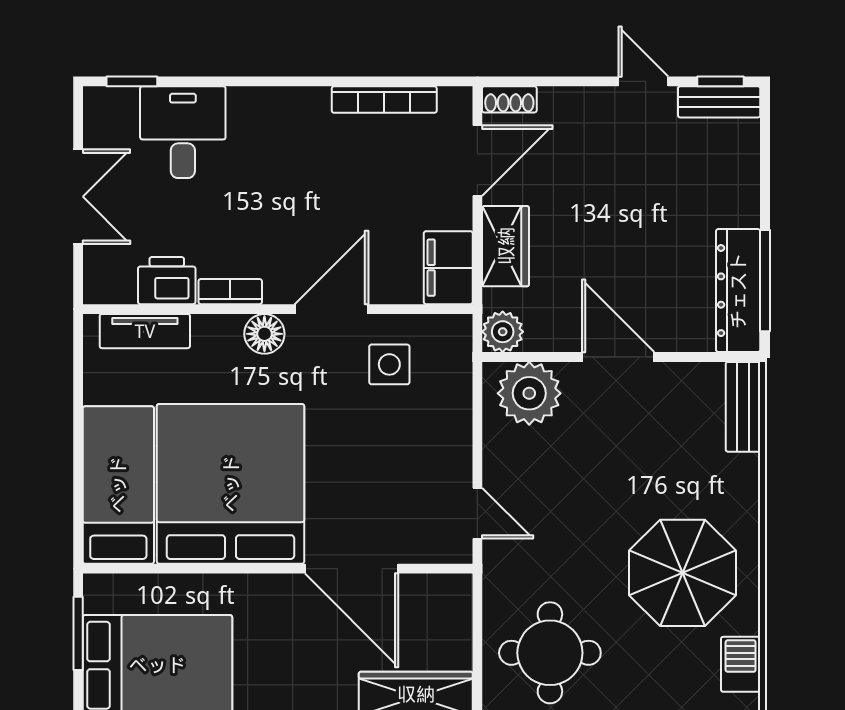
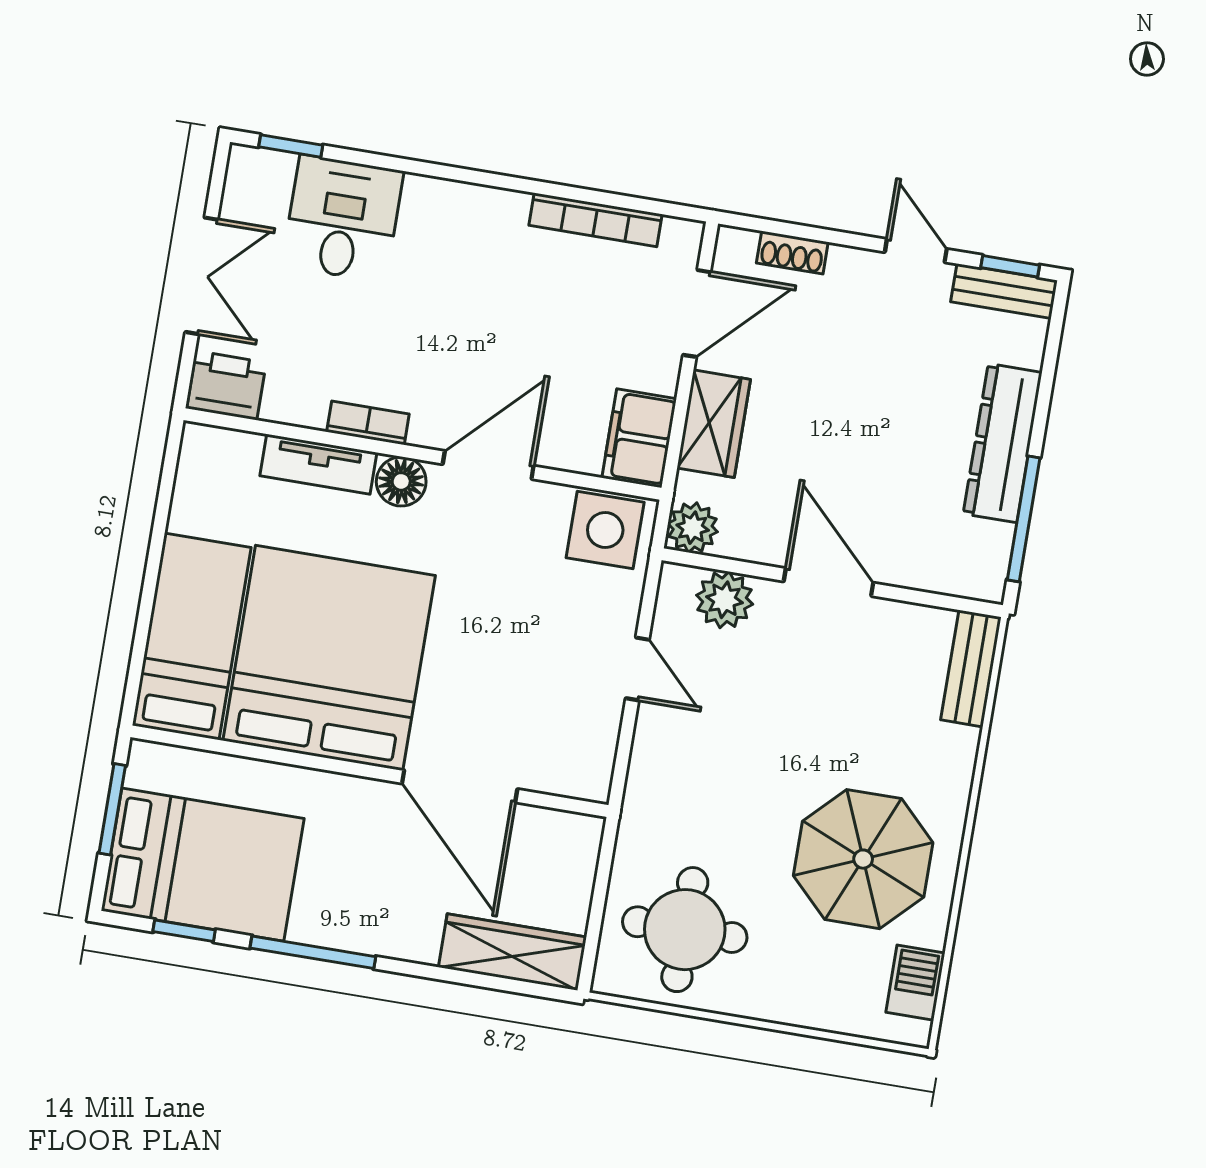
shoe rack: (509, 99) -> (792, 253), moved
printer: (167, 281) -> (226, 385), moved
dresser: (738, 291) -> (1003, 443), moved
tv unit: (145, 331) -> (318, 464), moved
side table: (389, 364) -> (605, 530), moved, width x1.37, depth x1.37
plant: (529, 393) -> (725, 600), width x0.73, depth x0.73
door: (477, 513) -> (637, 669), moved

